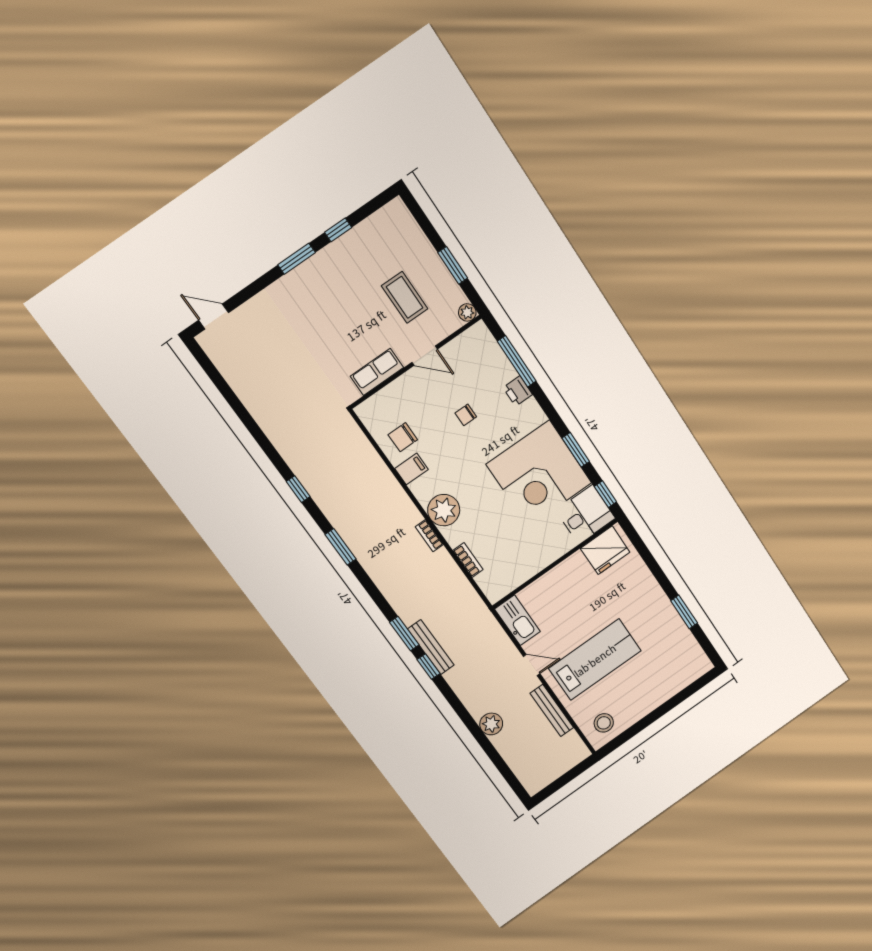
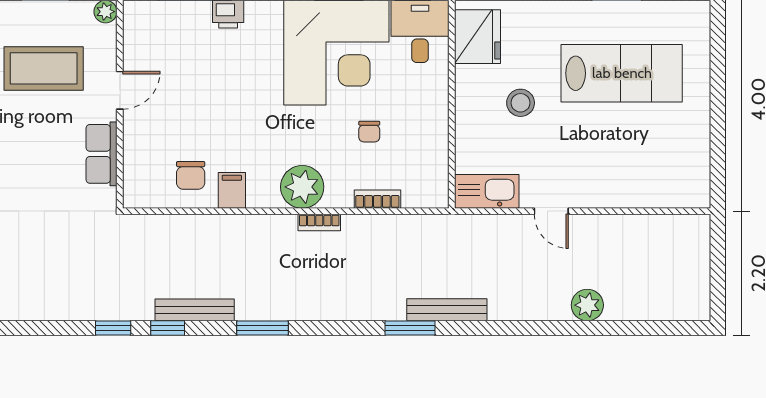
coffee table: (405, 297) -> (44, 68), width x1.36, depth x1.32
chair: (466, 415) -> (369, 132), moved
lab bench: (595, 660) -> (622, 73), moved, turned 90
door: (532, 665) -> (551, 211), swing flipped
window: (429, 667) -> (113, 328), moved
bench: (552, 710) -> (195, 310), moved
stool: (604, 723) -> (521, 103), moved

